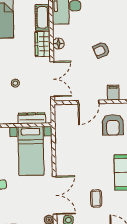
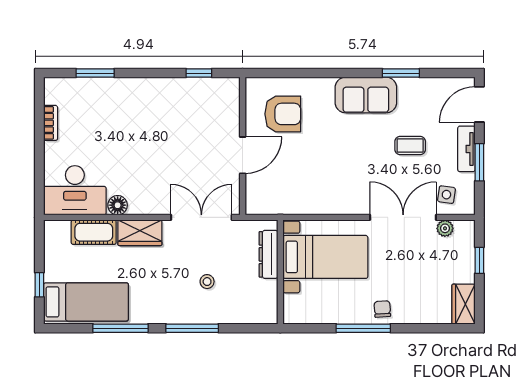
floor lamp: (58, 44) -> (118, 205), moved
armchair: (101, 50) -> (153, 131), removed
filing cabinet: (113, 93) -> (227, 112), removed
door: (89, 102) -> (243, 155), hinge flipped

